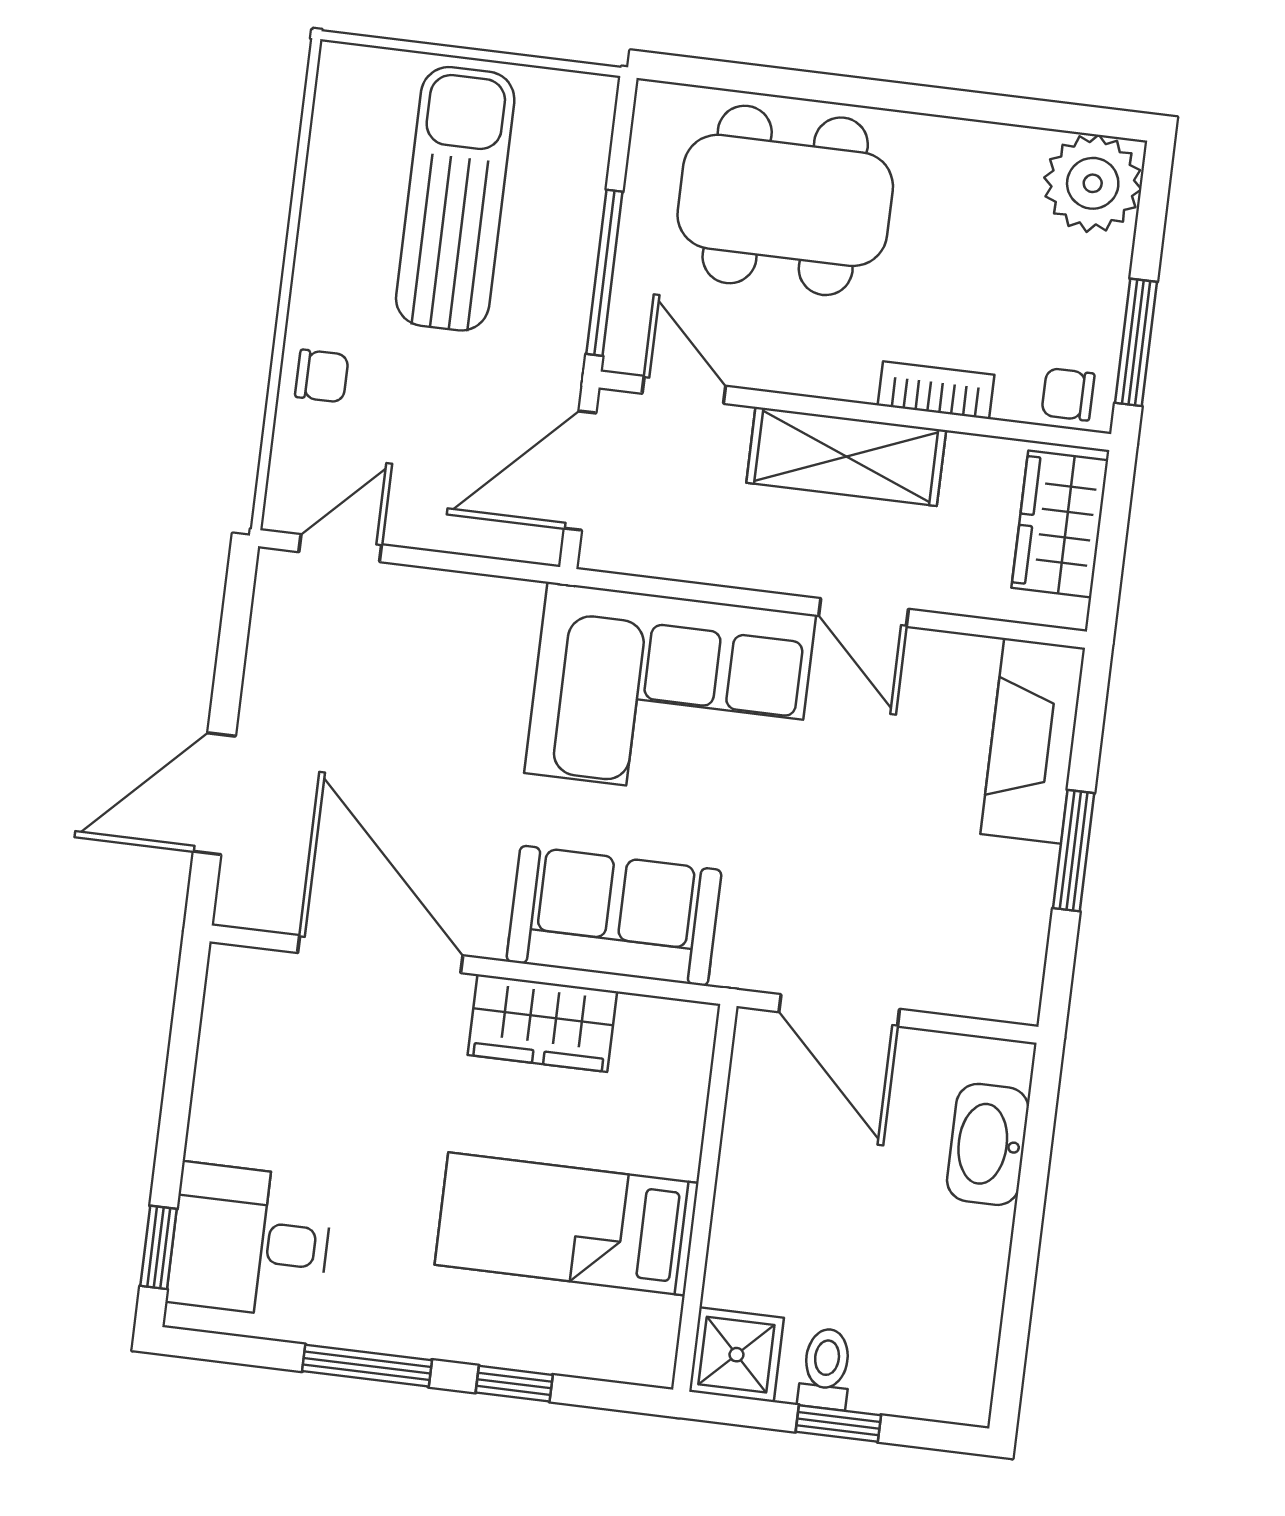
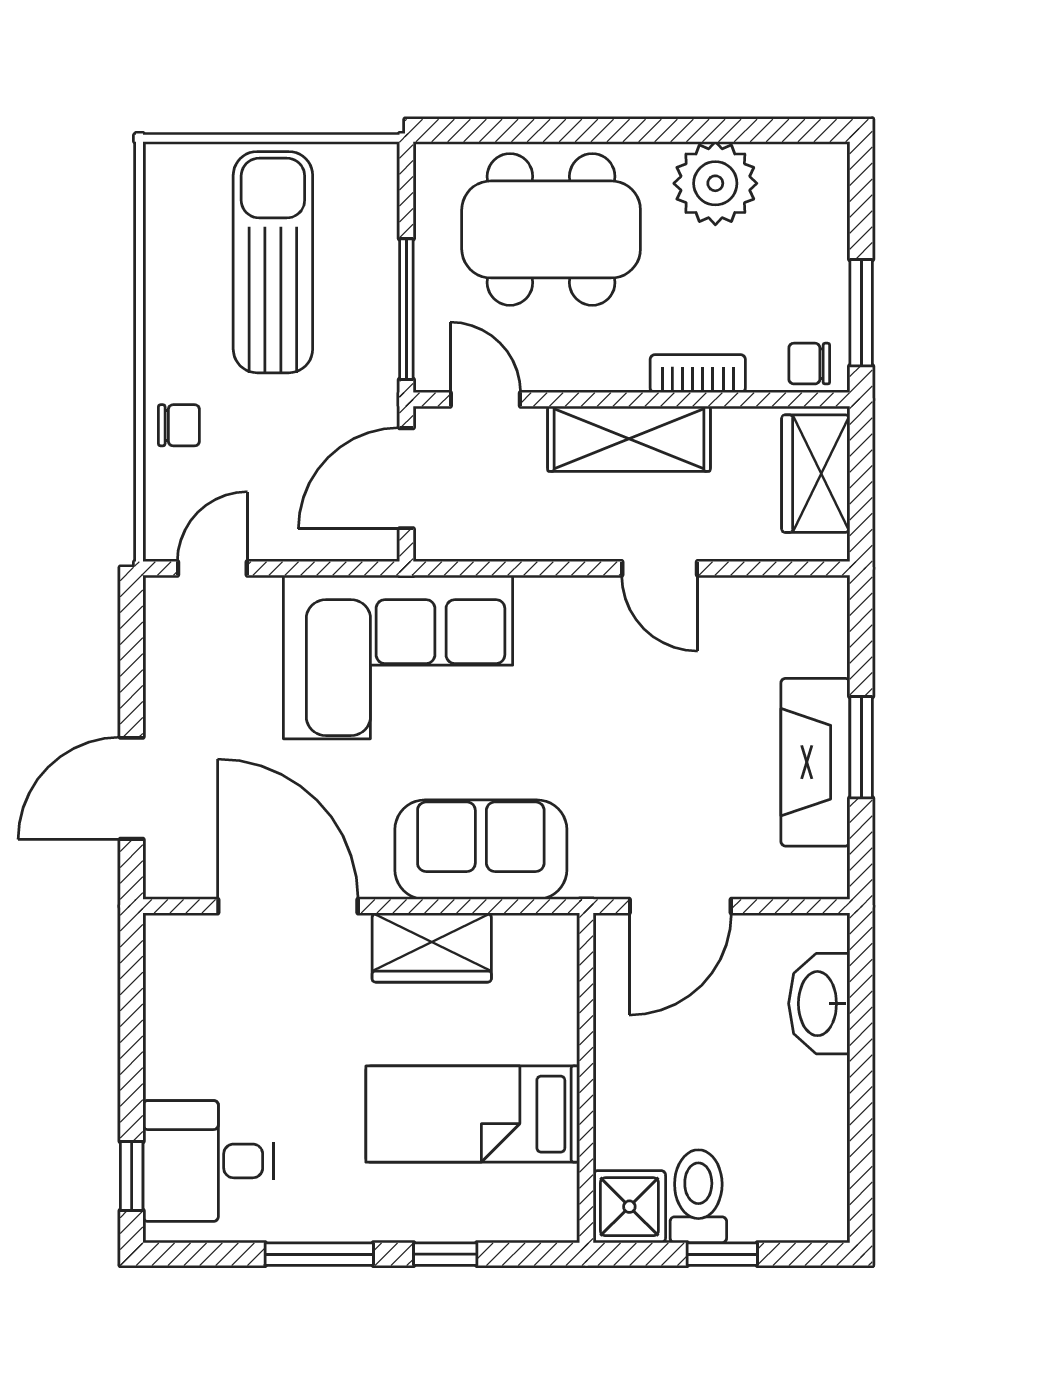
plant: (1093, 183) -> (715, 183), moved
corner sofa: (670, 694) -> (398, 657), moved
fireplace: (1033, 741) -> (815, 762), moved
door: (839, 1010) -> (680, 906), hinge flipped
toilet: (826, 1369) -> (698, 1196), width x1.37, depth x1.39

